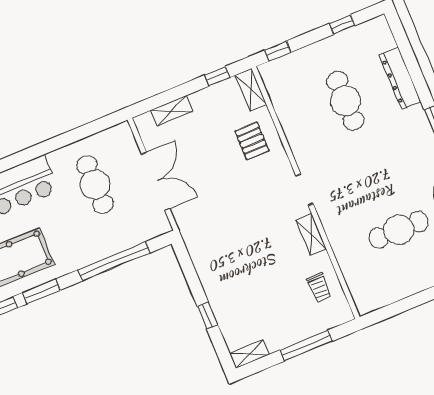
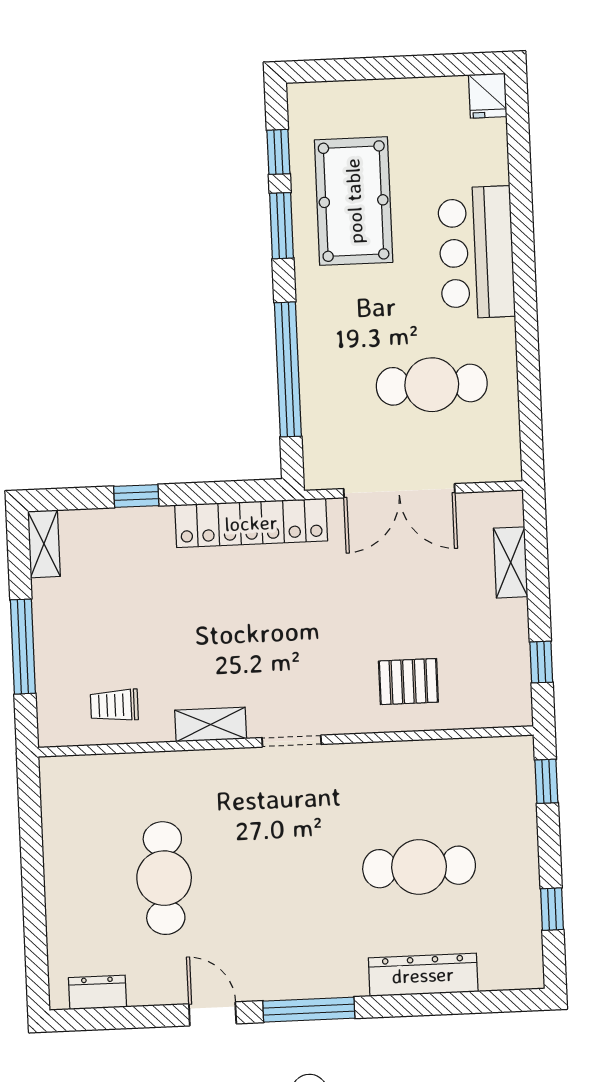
shelving: (251, 90) -> (497, 712), removed
locker: (200, 251) -> (251, 523), added

